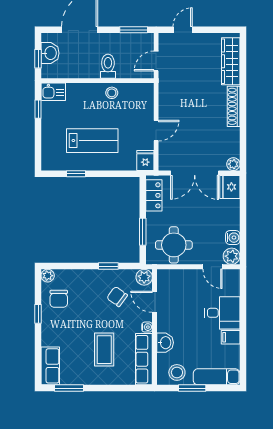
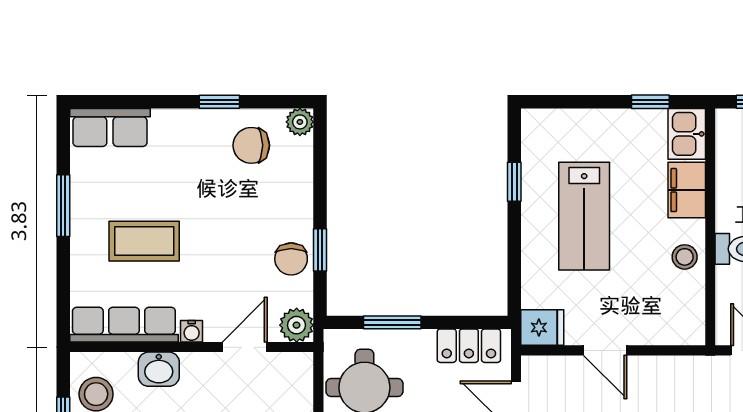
filing cabinet: (80, 92) -> (687, 190), added
chair: (117, 297) -> (291, 259), moved, turned 144
window: (69, 388) -> (63, 206), moved

